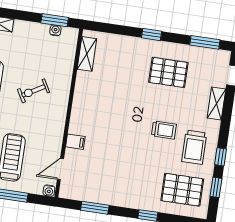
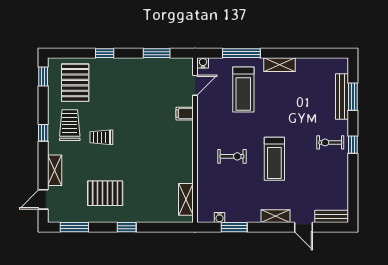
window: (55, 20) -> (234, 227), moved
exercise bike: (33, 91) -> (232, 156), turned 30
window: (221, 157) -> (43, 133), moved
window: (216, 187) -> (43, 77), moved
pallet: (182, 190) -> (75, 83), turned 90

